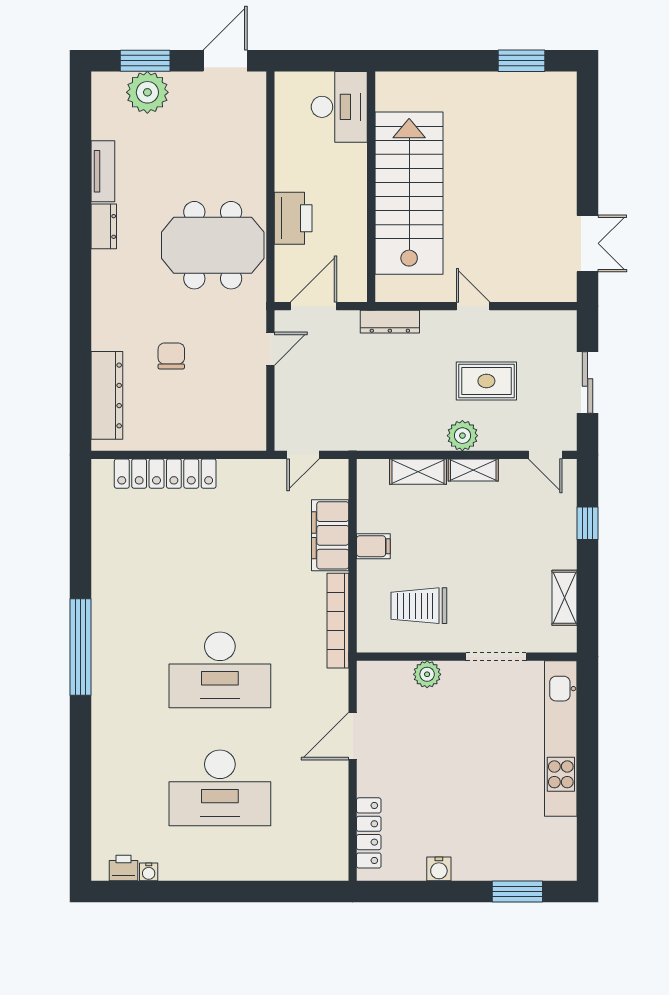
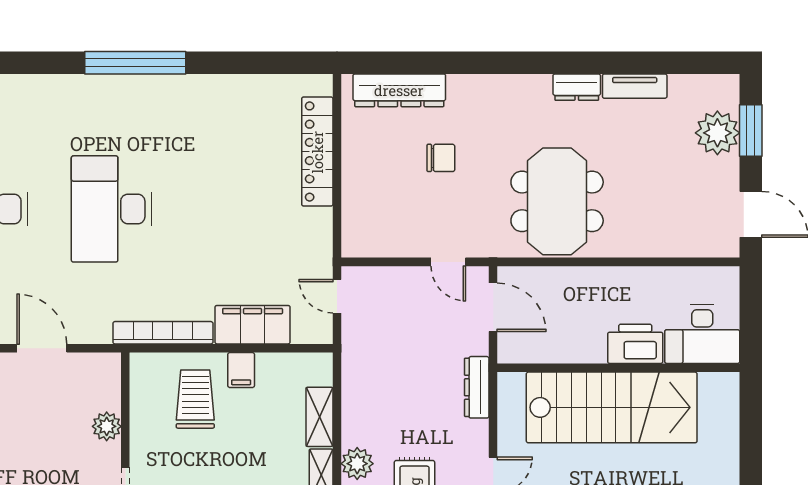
printer: (293, 218) -> (635, 344), moved, turned 180
trolley: (419, 606) -> (195, 399), moved

